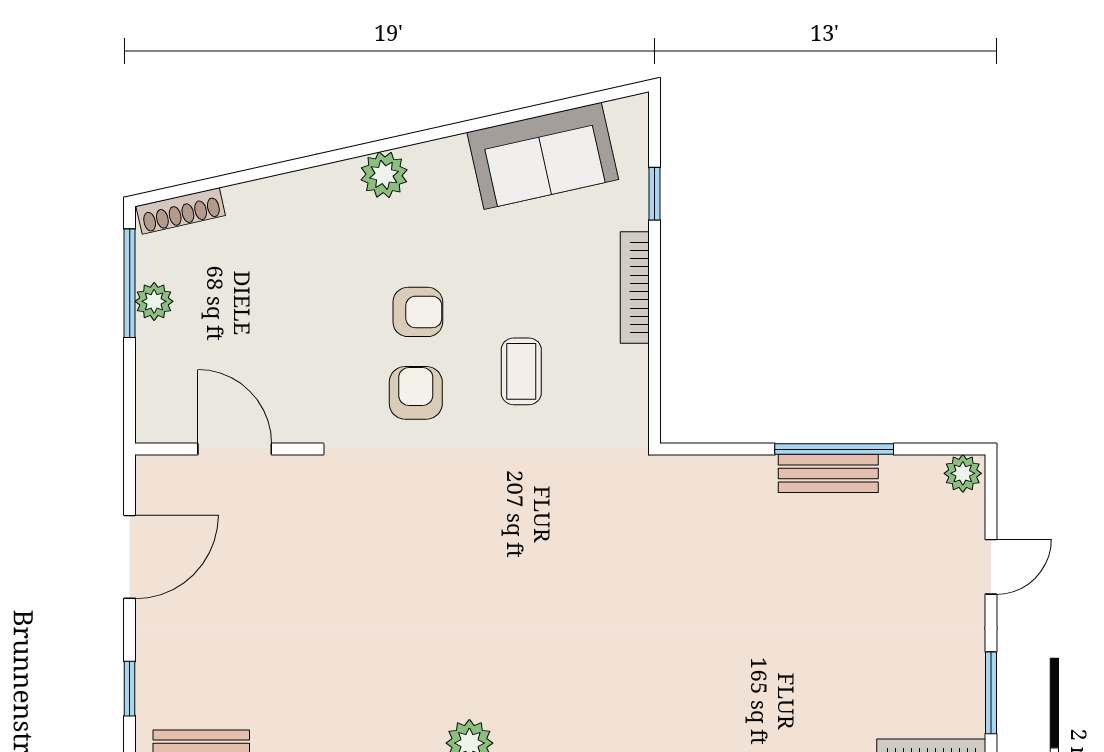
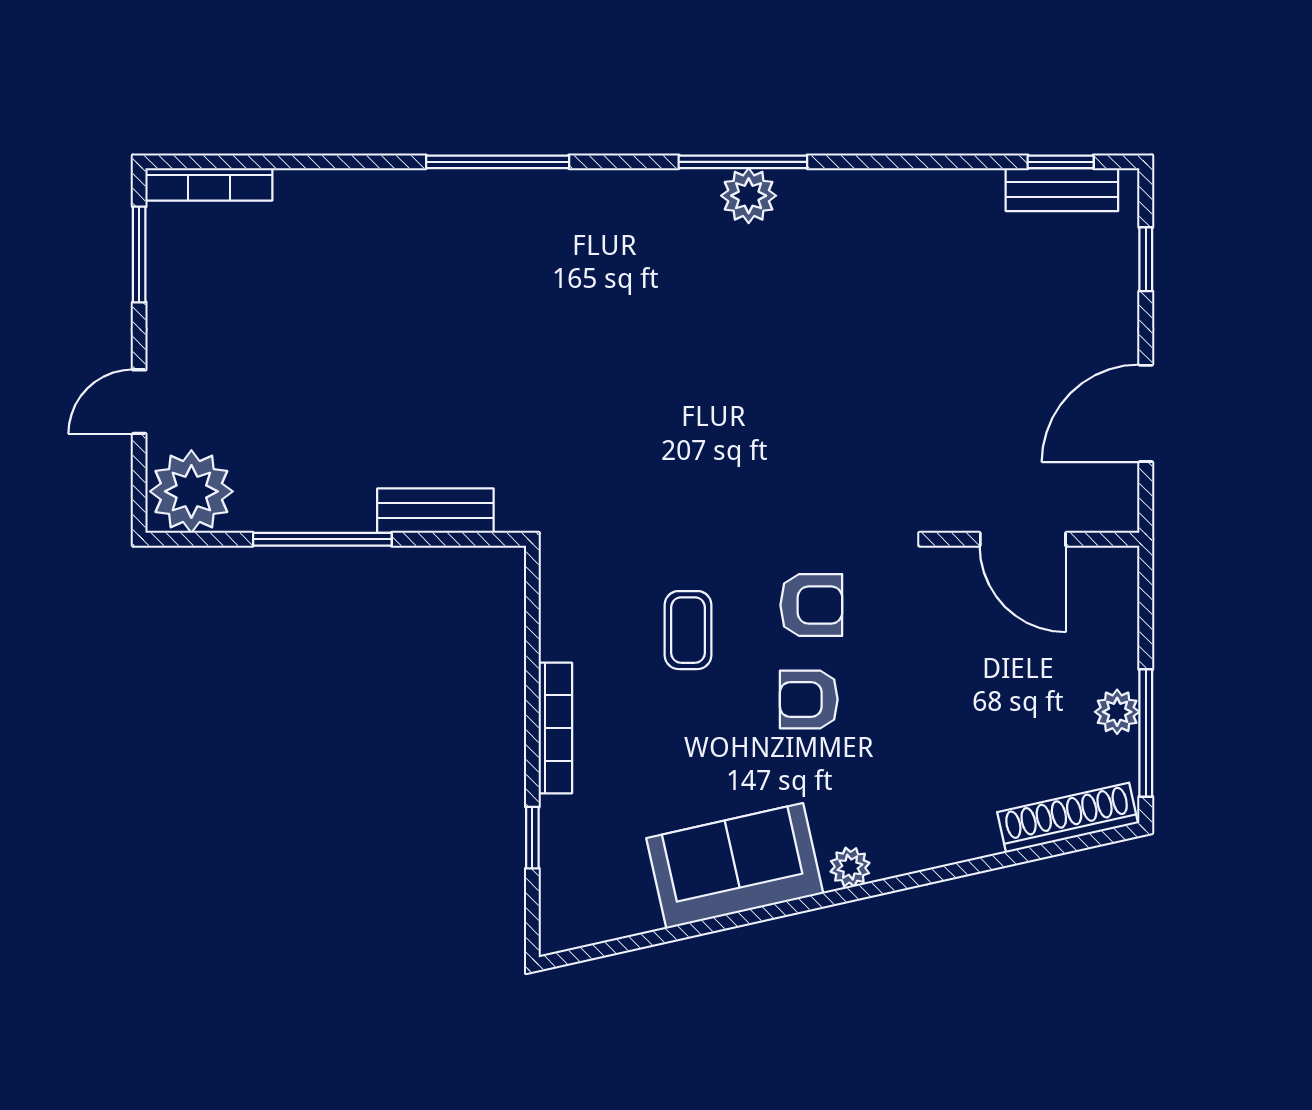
sofa: (543, 156) -> (735, 866), moved
plant: (384, 175) -> (850, 867), width x0.73, depth x0.73
shoe rack: (181, 211) -> (1068, 818), width x1.36, depth x1.24
armchair: (416, 393) -> (811, 605), turned -90
bench: (828, 473) -> (435, 511), moved
plant: (963, 473) -> (191, 491), width x1.88, depth x1.88

